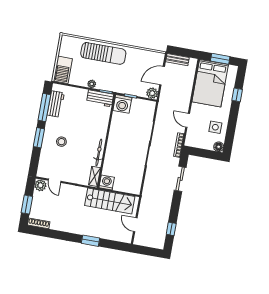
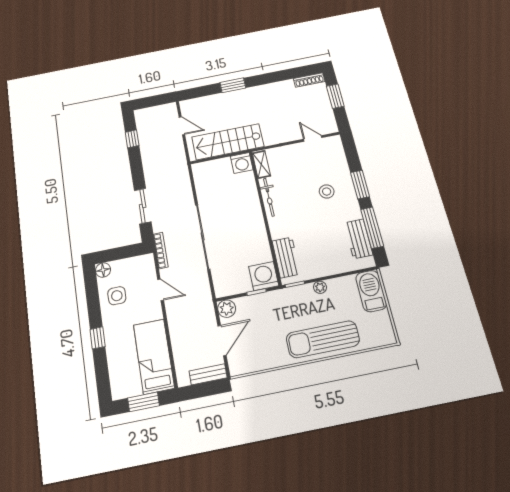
bed: (210, 83) -> (154, 356), width x0.67
window: (237, 95) -> (98, 338), moved
workbench: (100, 98) -> (286, 257), moved, turned 90
plant: (40, 185) -> (329, 126), removed

